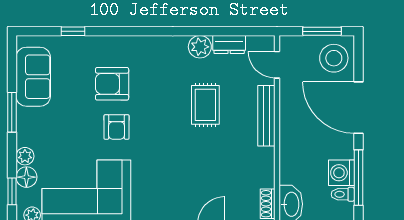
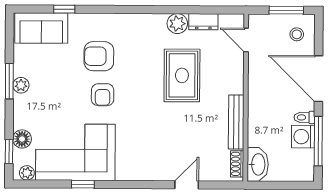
stool: (334, 58) -> (297, 34), width x0.53, depth x0.53
sofa: (33, 77) -> (41, 28), moved, turned 90
rug: (205, 105) -> (182, 75), width x1.36, depth x1.43
bench: (266, 116) -> (236, 122), moved
plant: (25, 156) -> (21, 85), moved
toilet: (343, 194) -> (304, 117), moved

